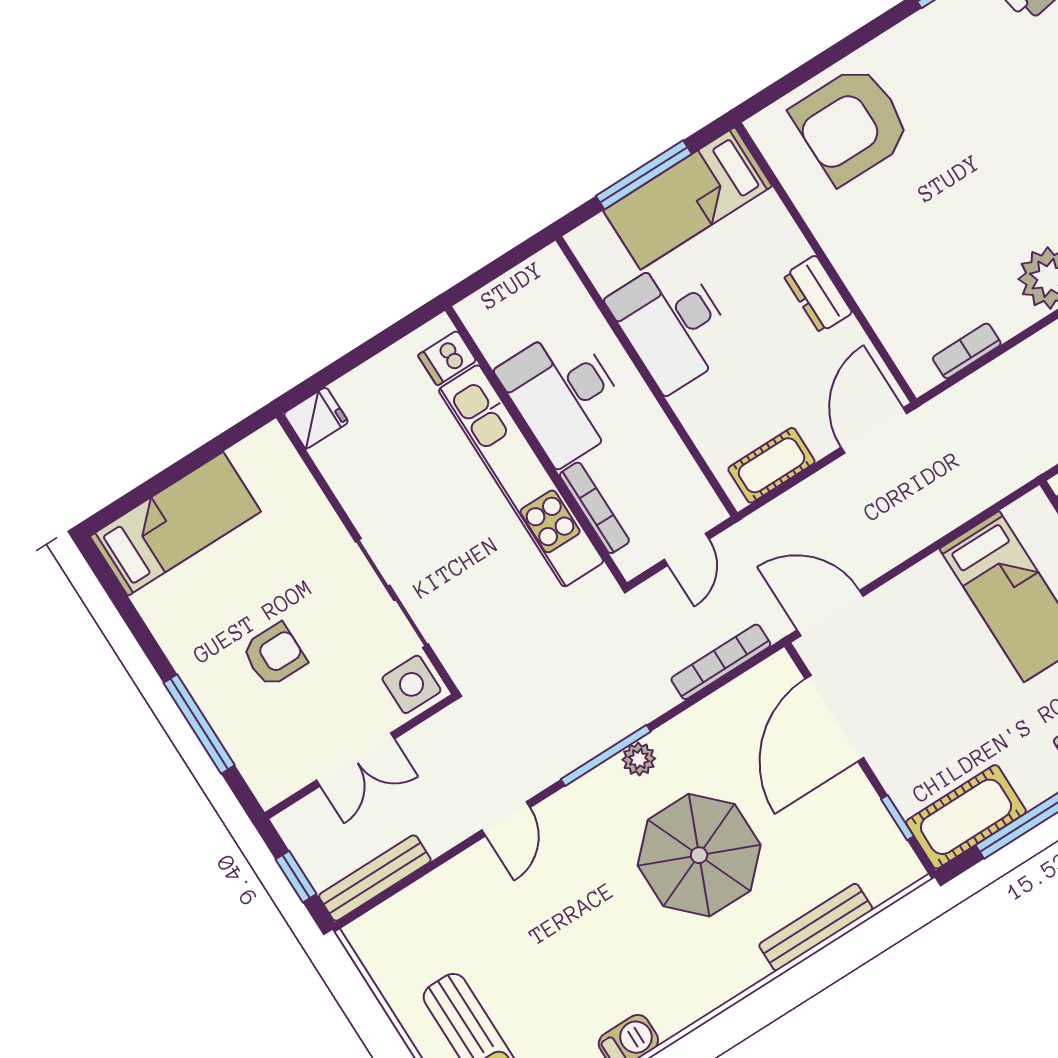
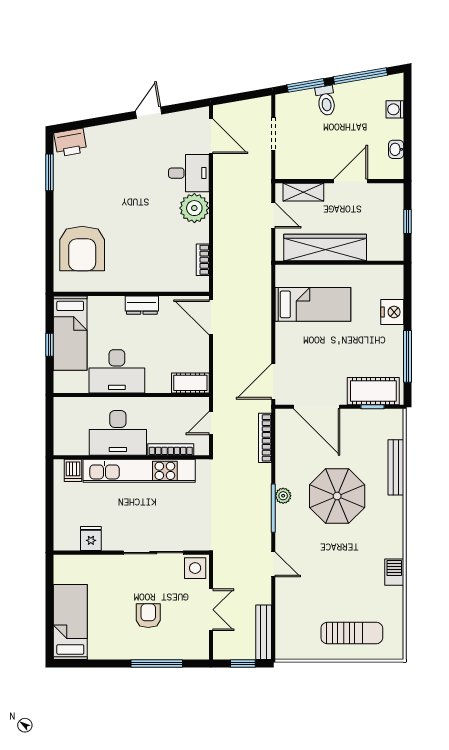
window: (644, 175) -> (50, 345), width x0.46
fridge: (316, 418) -> (91, 538), moved
cot: (771, 465) -> (190, 383), moved, turned 90
door: (687, 549) -> (211, 423), swing flipped
cot: (966, 817) -> (373, 391), moved, turned 90

